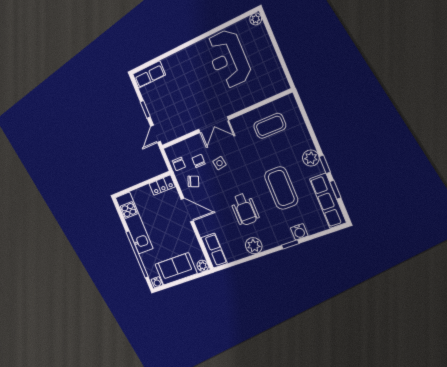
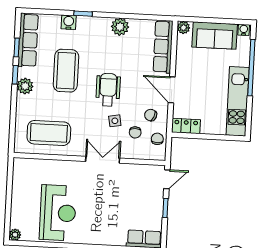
coffee table: (270, 126) -> (49, 133), width x1.36, depth x1.32
wheelchair: (245, 209) -> (108, 90), moved
row of seats: (214, 251) -> (163, 47), width x1.48

